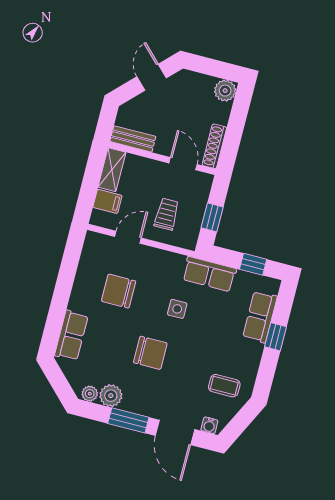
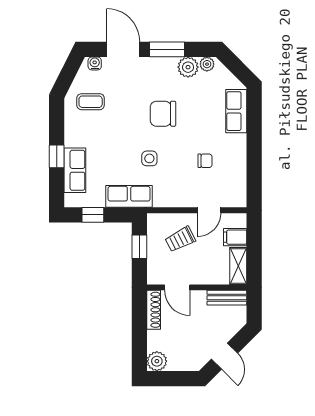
trolley: (167, 214) -> (180, 239), turned 63
chair: (118, 291) -> (205, 161), width x0.54, depth x0.54

